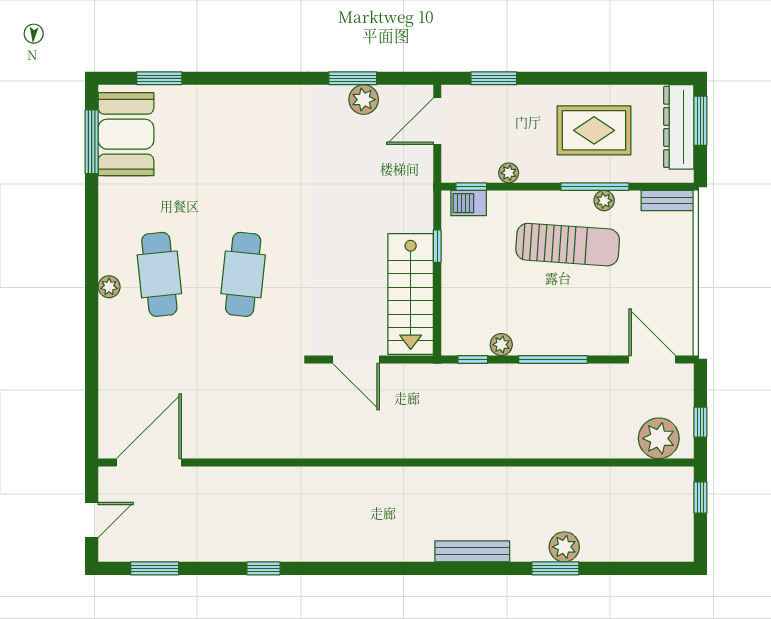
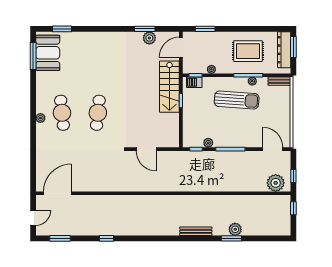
stairs: (411, 294) -> (169, 87), moved

